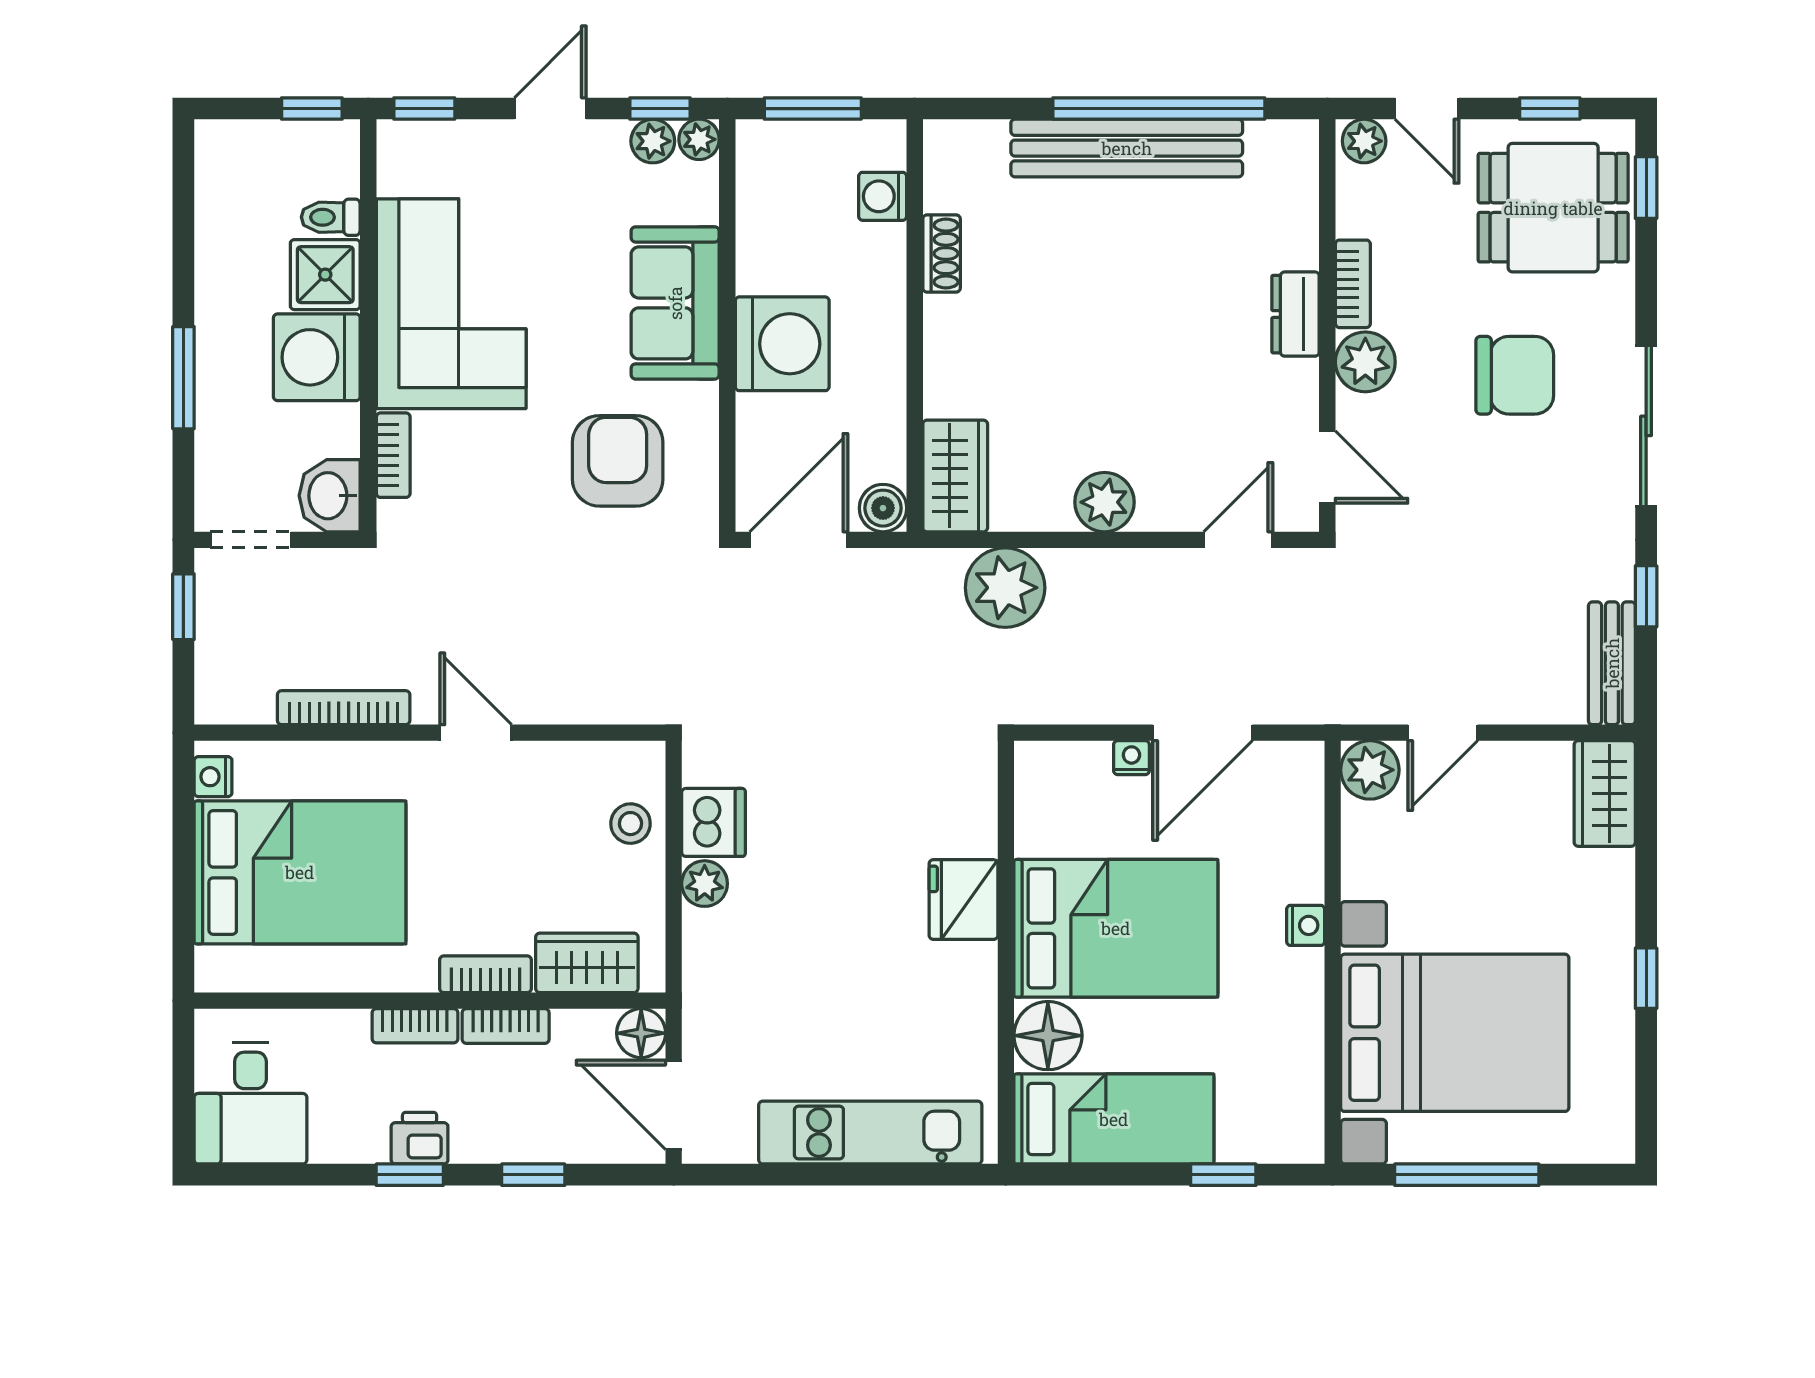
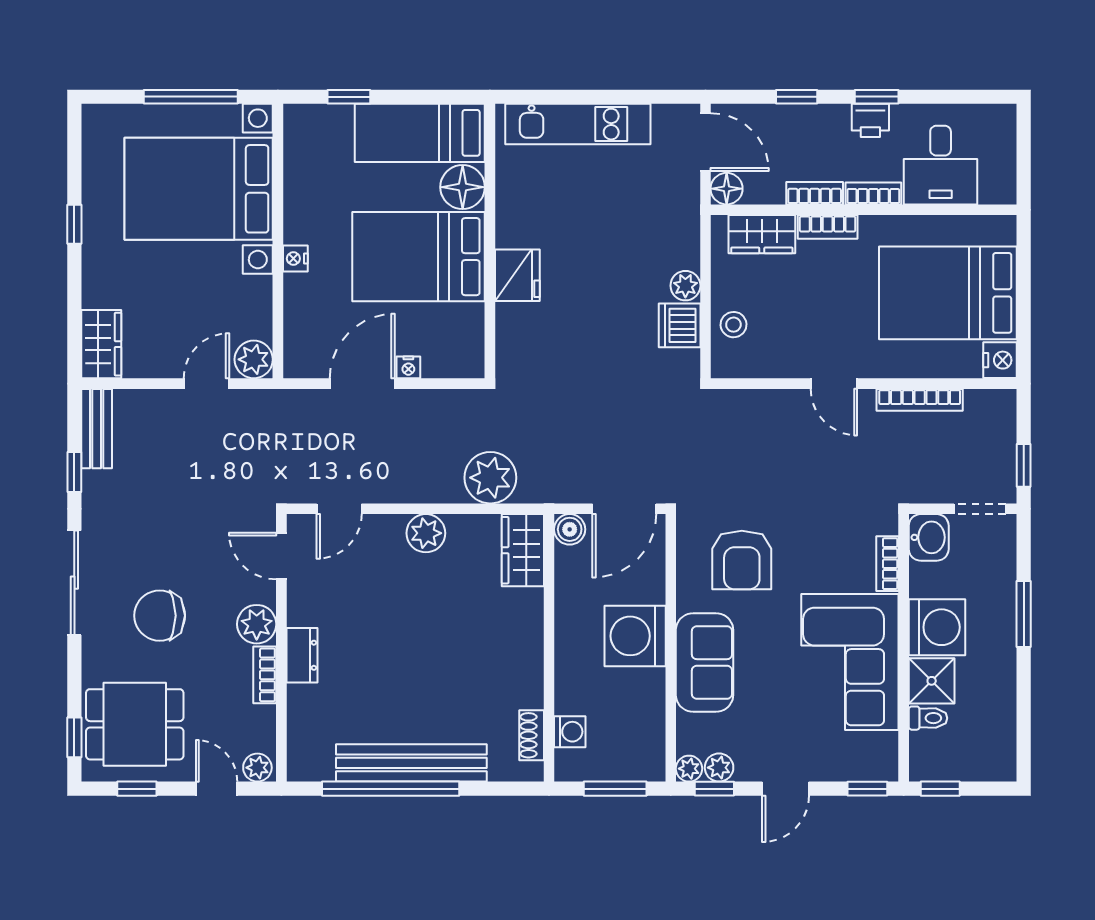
shoe rack: (942, 254) -> (532, 735), moved
nightstand: (213, 777) -> (1000, 360), width x1.39, depth x1.35
desk: (250, 1103) -> (941, 165), moved, turned 180

